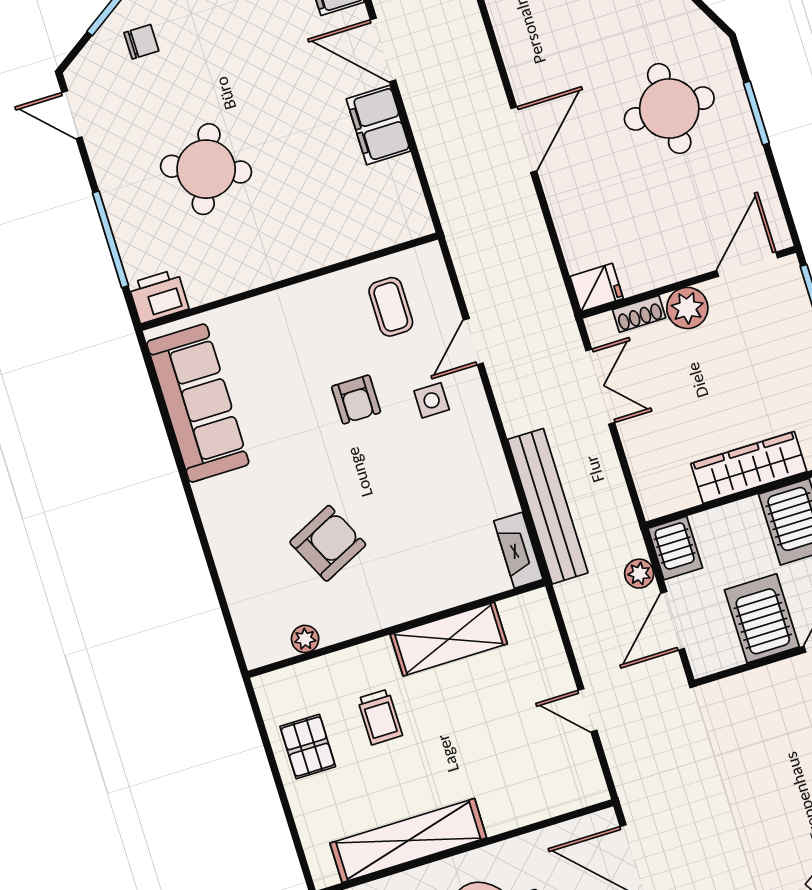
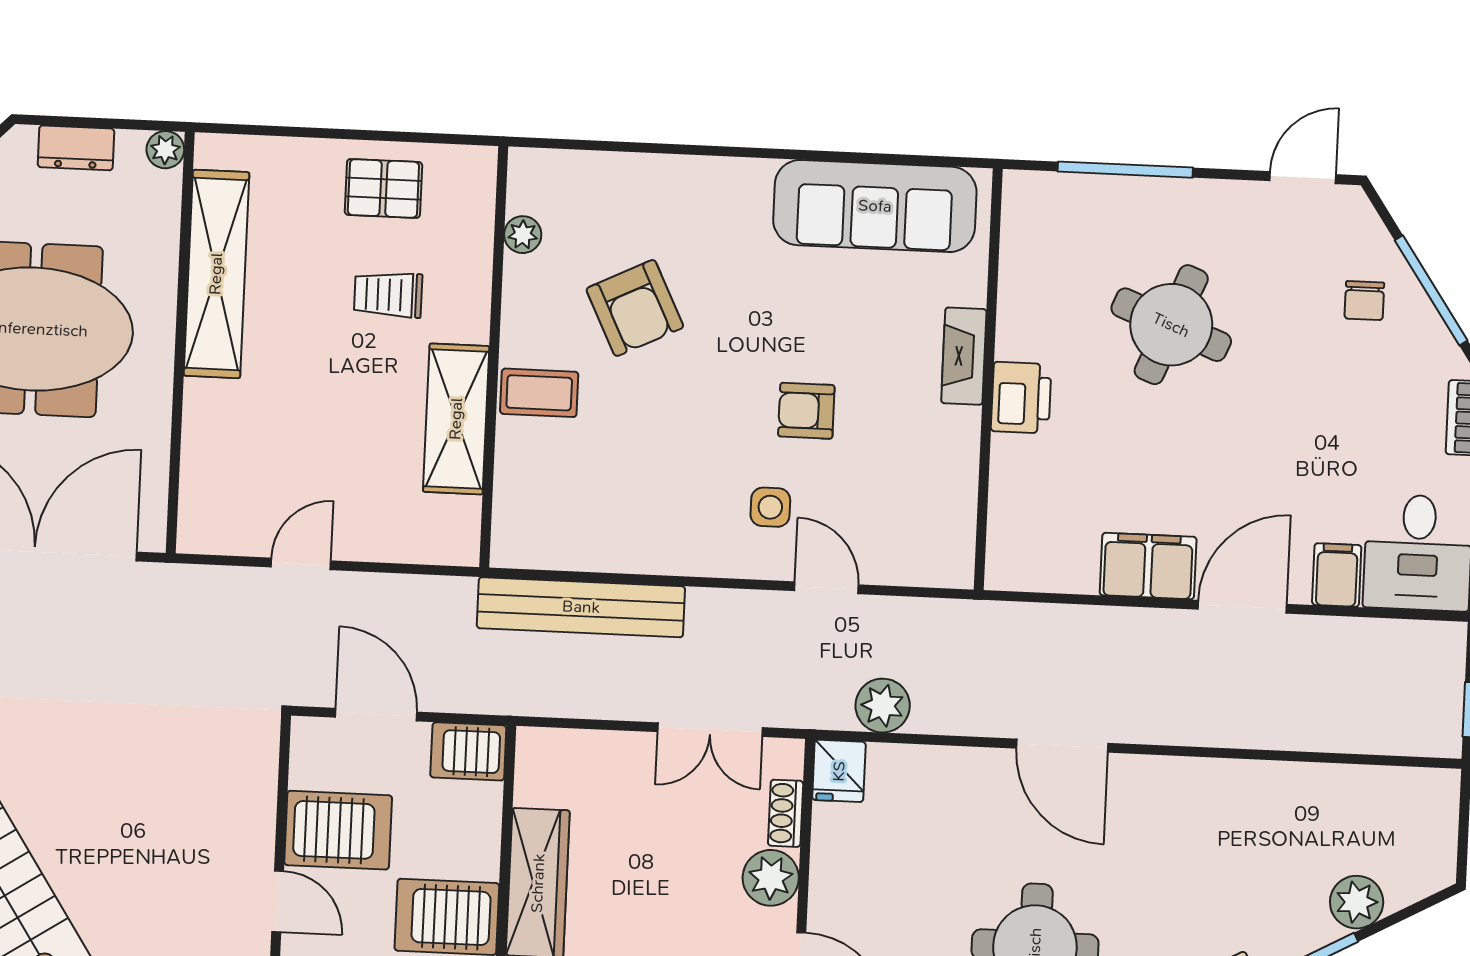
printer: (159, 296) -> (1021, 398), moved
coffee table: (391, 307) -> (539, 393), moved
fireplace: (518, 550) -> (964, 356), moved, turned -90
plant: (639, 574) -> (883, 706), moved, width x1.38, depth x1.38

